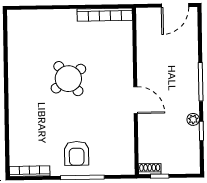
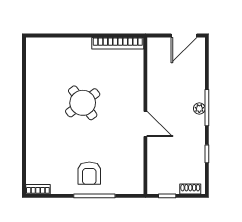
plant: (193, 119) -> (199, 108), moved
shoe rack: (150, 169) -> (190, 189), moved
bookcase: (30, 171) -> (38, 189), width x0.64

